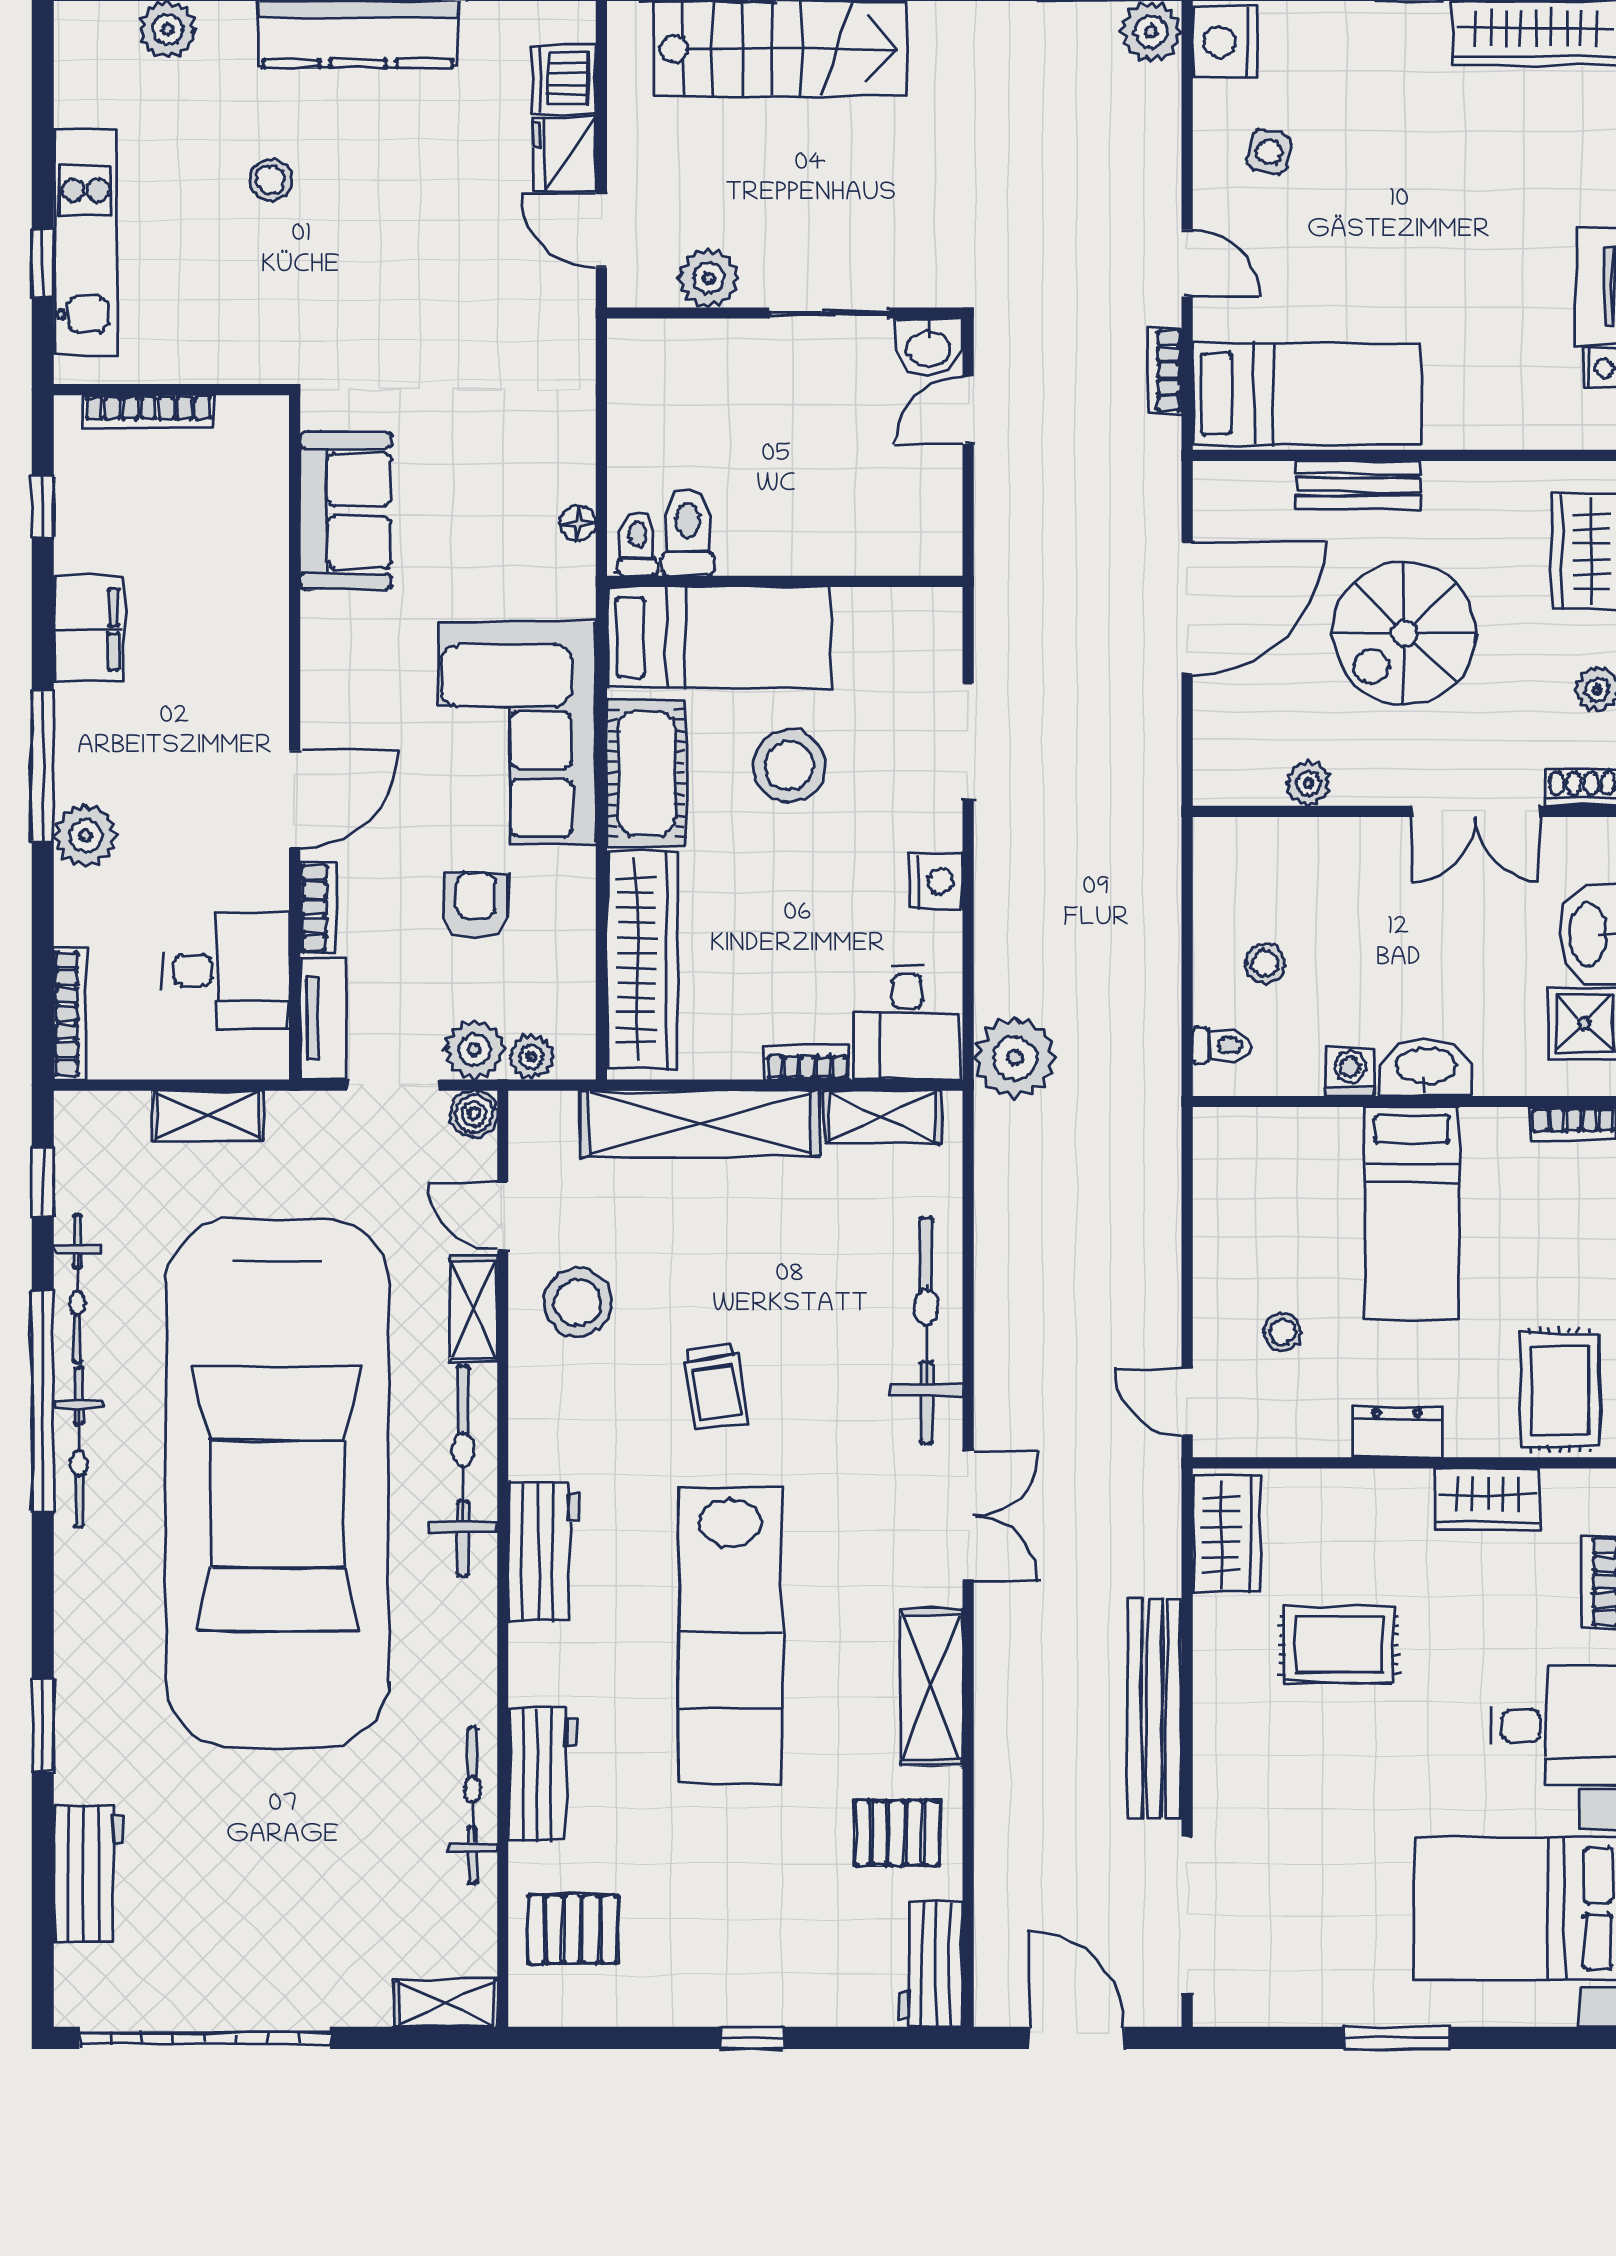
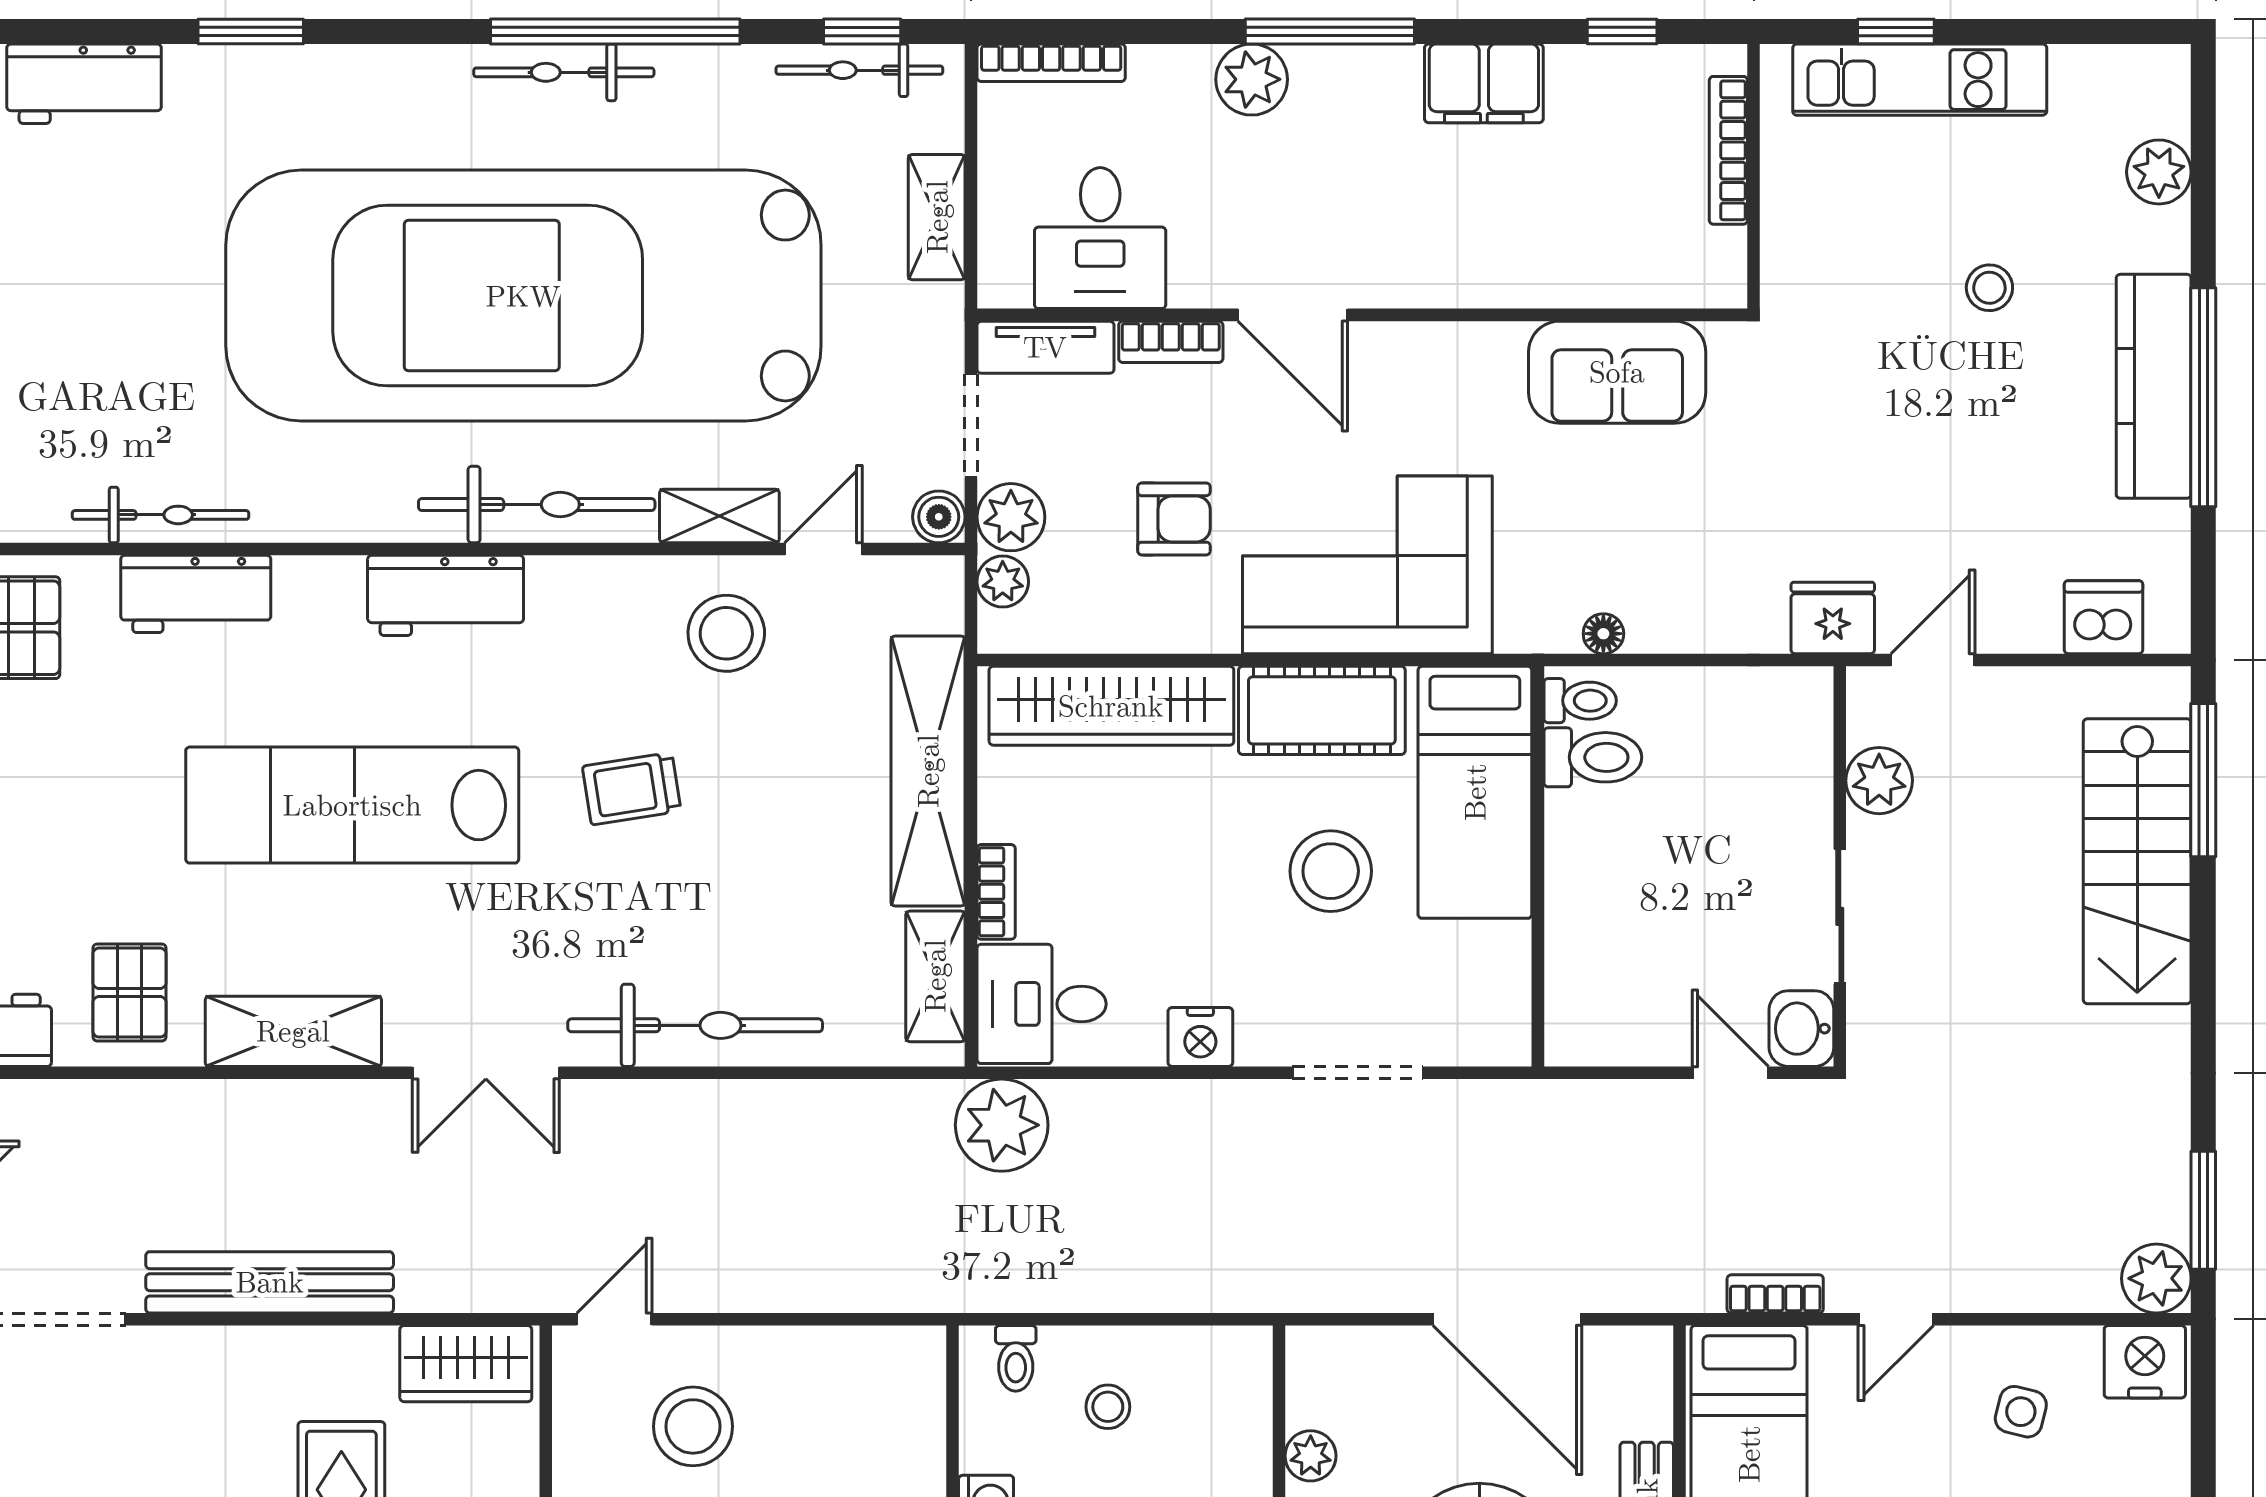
fridge: (564, 155) -> (1833, 618), moved
bicycle: (77, 1289) -> (859, 70), moved
stool: (1282, 1332) -> (693, 1426), width x1.89, depth x1.89

